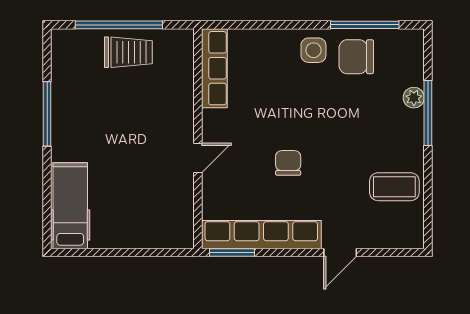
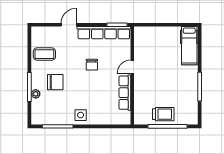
trolley: (128, 52) -> (163, 114), turned 180
chair: (356, 57) -> (55, 82), moved
row of seats: (214, 68) -> (125, 93), moved

